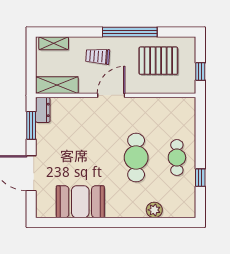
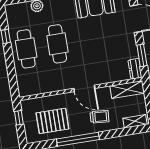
door: (111, 95) -> (84, 88), hinge flipped
cafe table: (177, 158) -> (26, 49), width x1.37, depth x1.35

